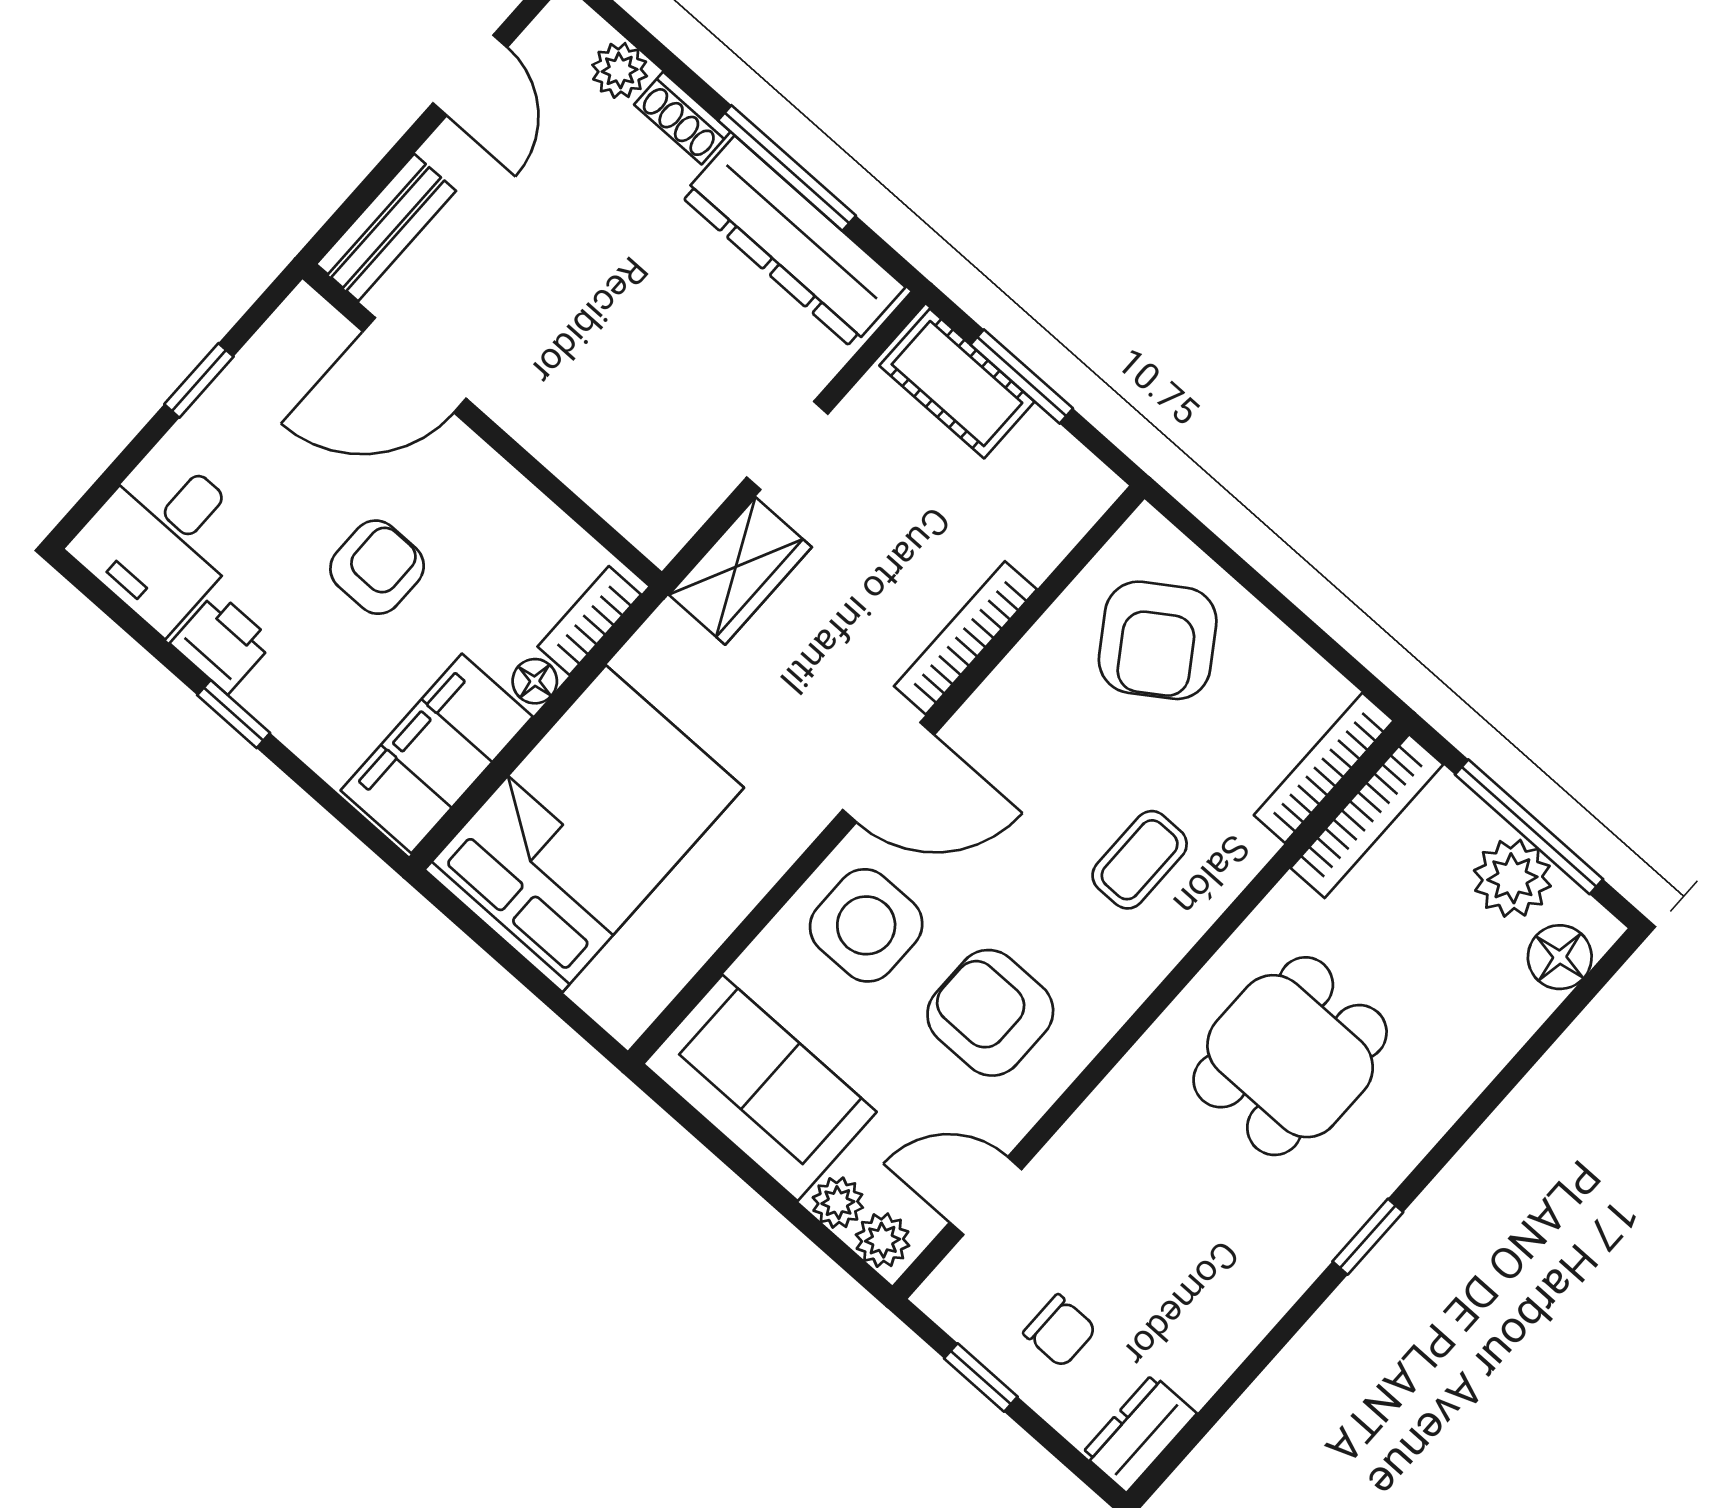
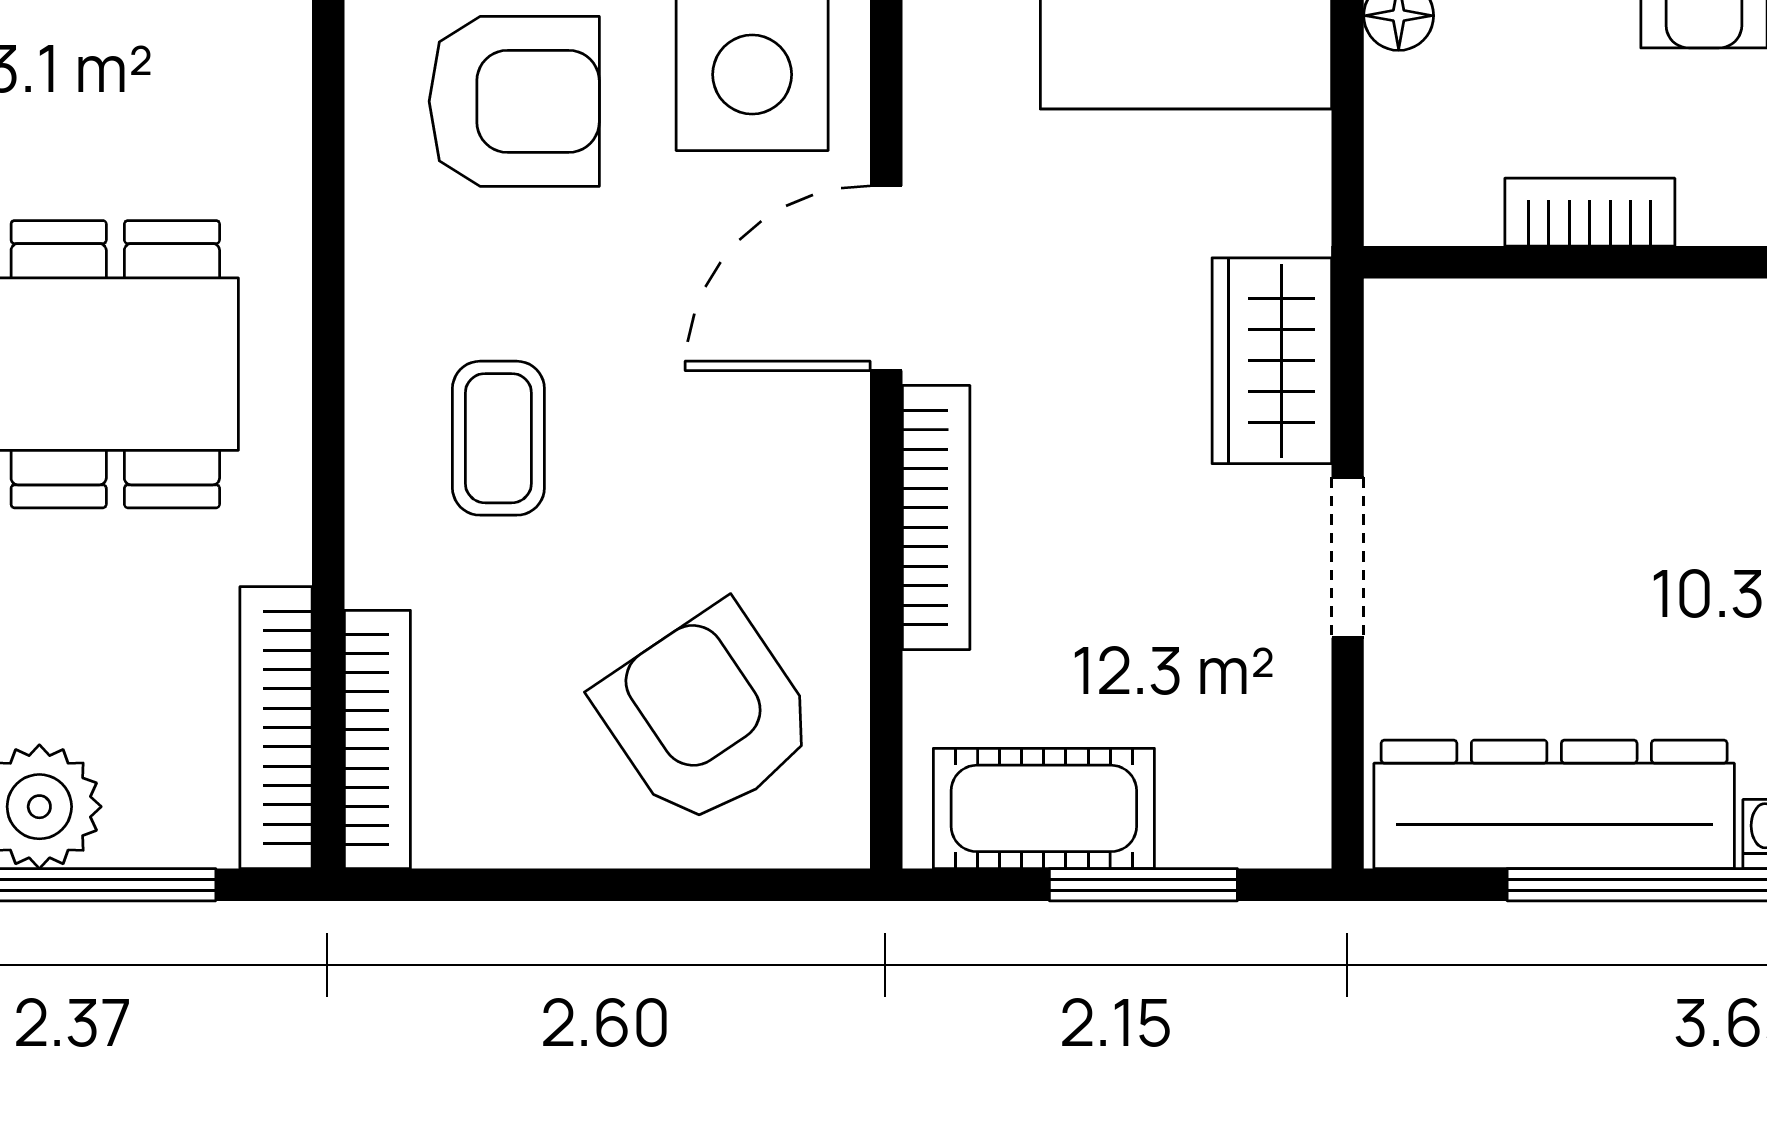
cot: (957, 384) -> (1044, 808), moved
bookcase: (589, 621) -> (1590, 212), moved, turned -90

